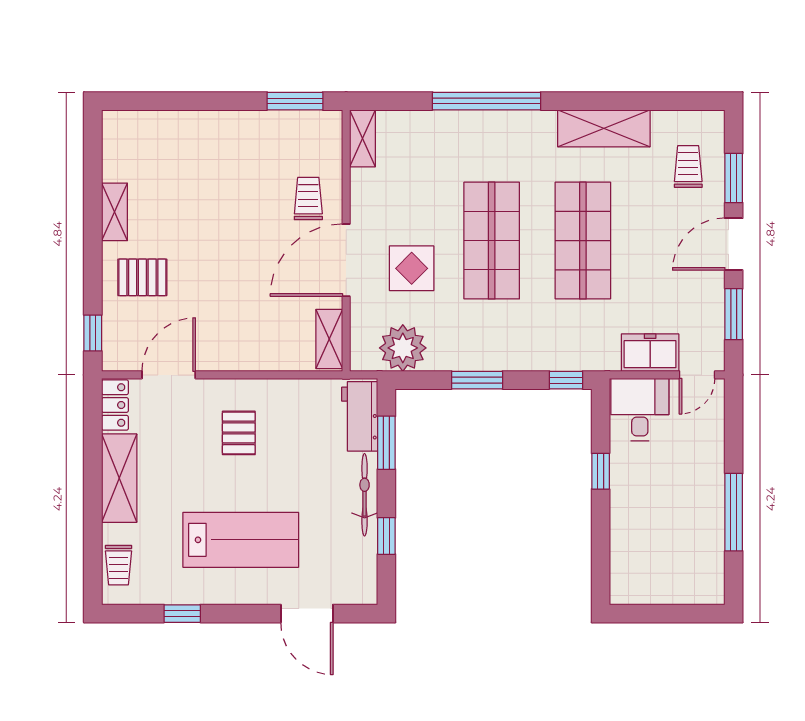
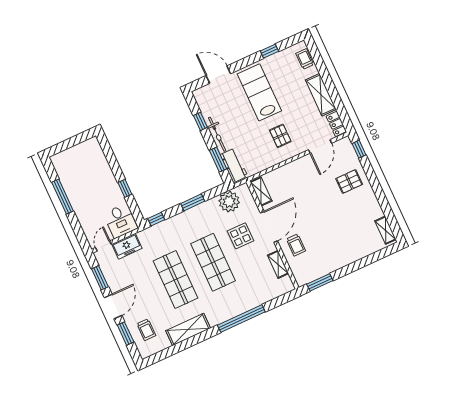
shelving: (362, 138) -> (278, 264), moved
shelving: (114, 212) -> (385, 230), moved
lab bench: (241, 540) -> (259, 92), turned 90

